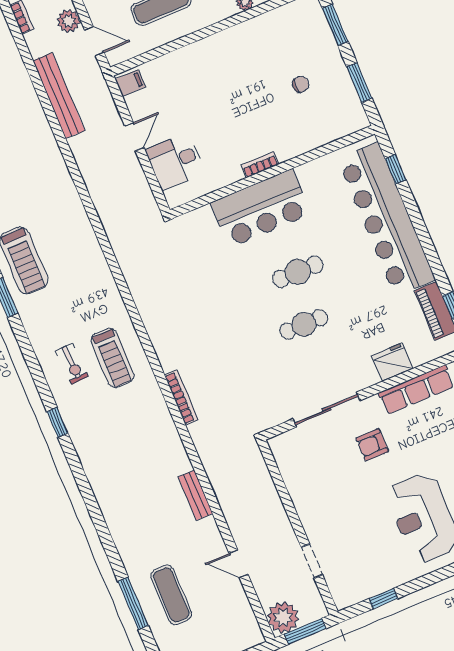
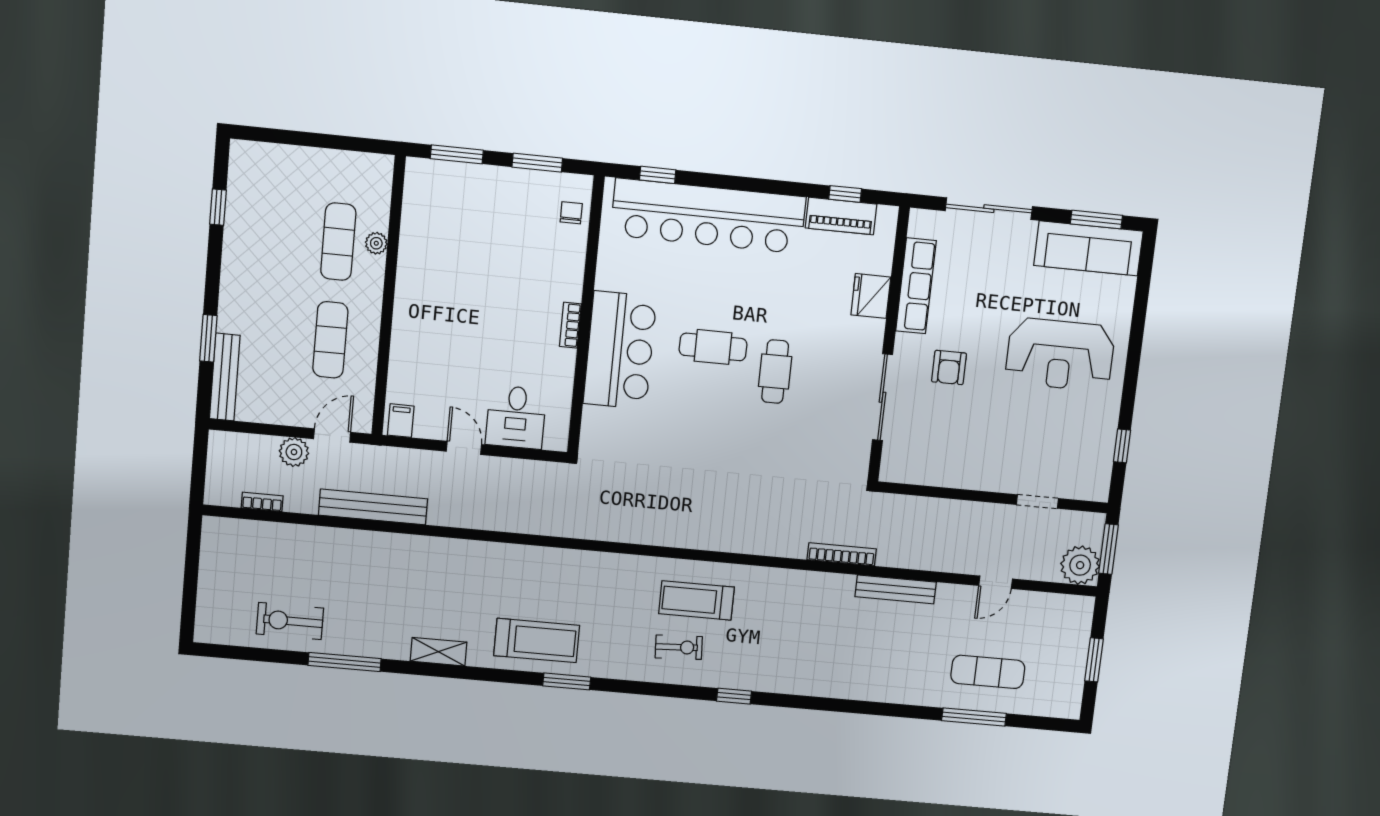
chair: (301, 84) -> (571, 213), moved
cafe table: (298, 272) -> (713, 347), turned 90
treadmill: (113, 358) -> (696, 600), turned 180
bookcase: (181, 397) -> (842, 554), moved
bench: (195, 495) -> (896, 589), width x1.36

